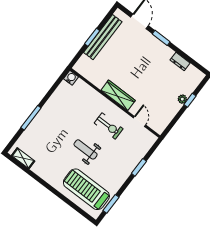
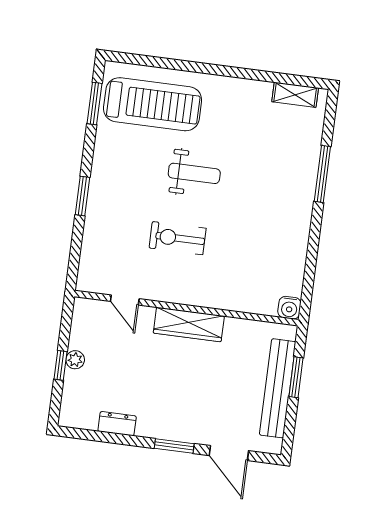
water cooler: (71, 78) -> (289, 308), moved
wardrobe: (118, 95) -> (189, 324), moved
wall: (115, 103) -> (186, 308), moved
door: (139, 121) -> (125, 300), moved

